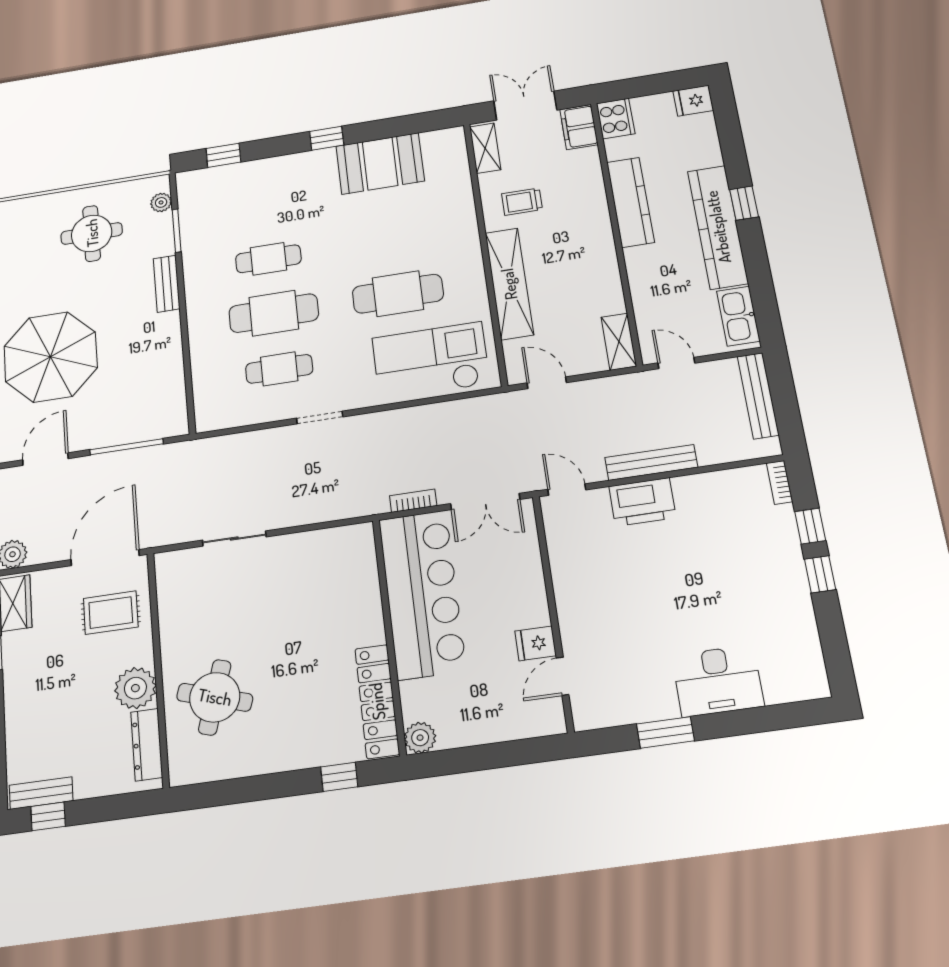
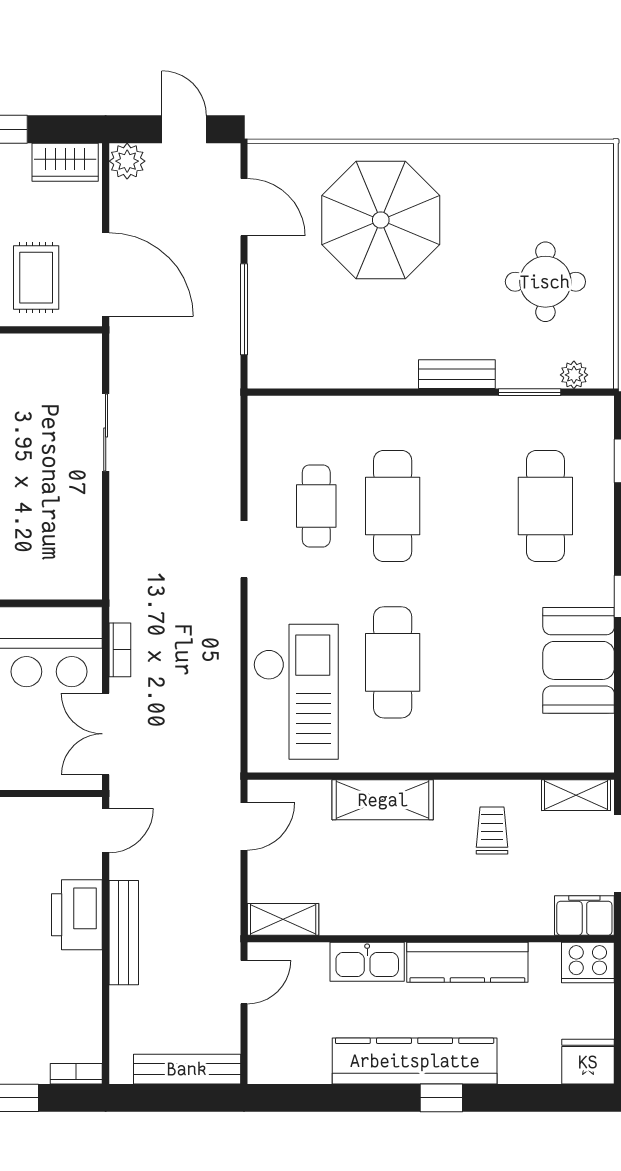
fridge: (693, 101) -> (588, 1062), width x1.38
cafe table: (268, 259) -> (545, 506), moved, width x1.37, depth x1.35
shelving: (509, 284) -> (383, 800), width x0.68
kitchen sink: (738, 316) -> (367, 962), moved, turned 180

